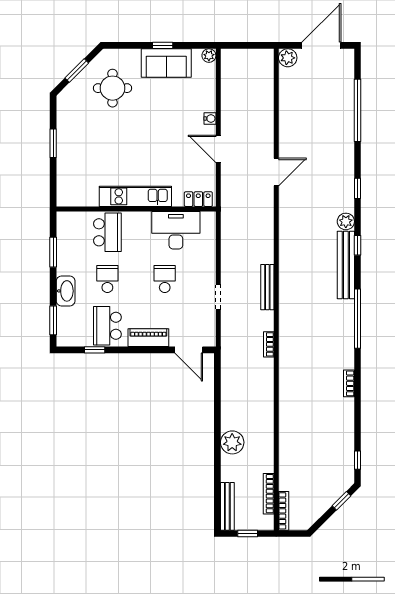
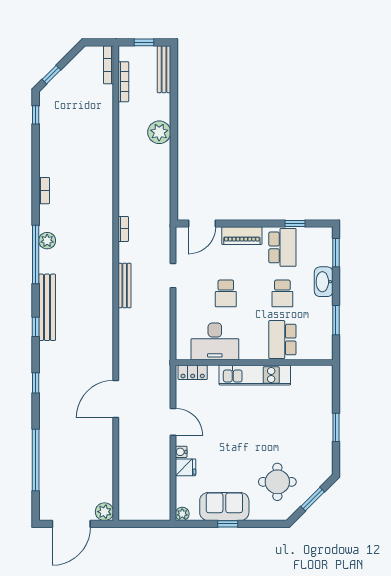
fridge: (206, 103) -> (186, 467), added
door: (276, 172) -> (116, 399), width x1.36
plant: (346, 221) -> (47, 241), moved
door: (189, 350) -> (202, 224), swing flipped

